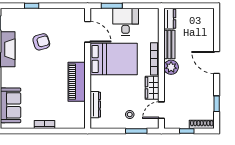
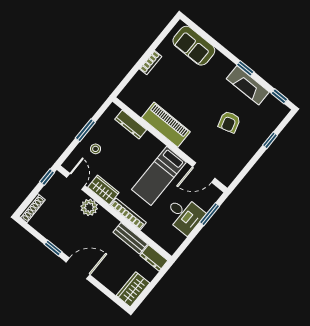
wardrobe: (201, 16) -> (133, 289), added
bed: (114, 59) -> (159, 176), width x0.67
plant: (171, 67) -> (89, 207), moved
window: (217, 104) -> (53, 248), moved
window: (136, 131) -> (85, 130), moved
window: (187, 131) -> (47, 177), moved

